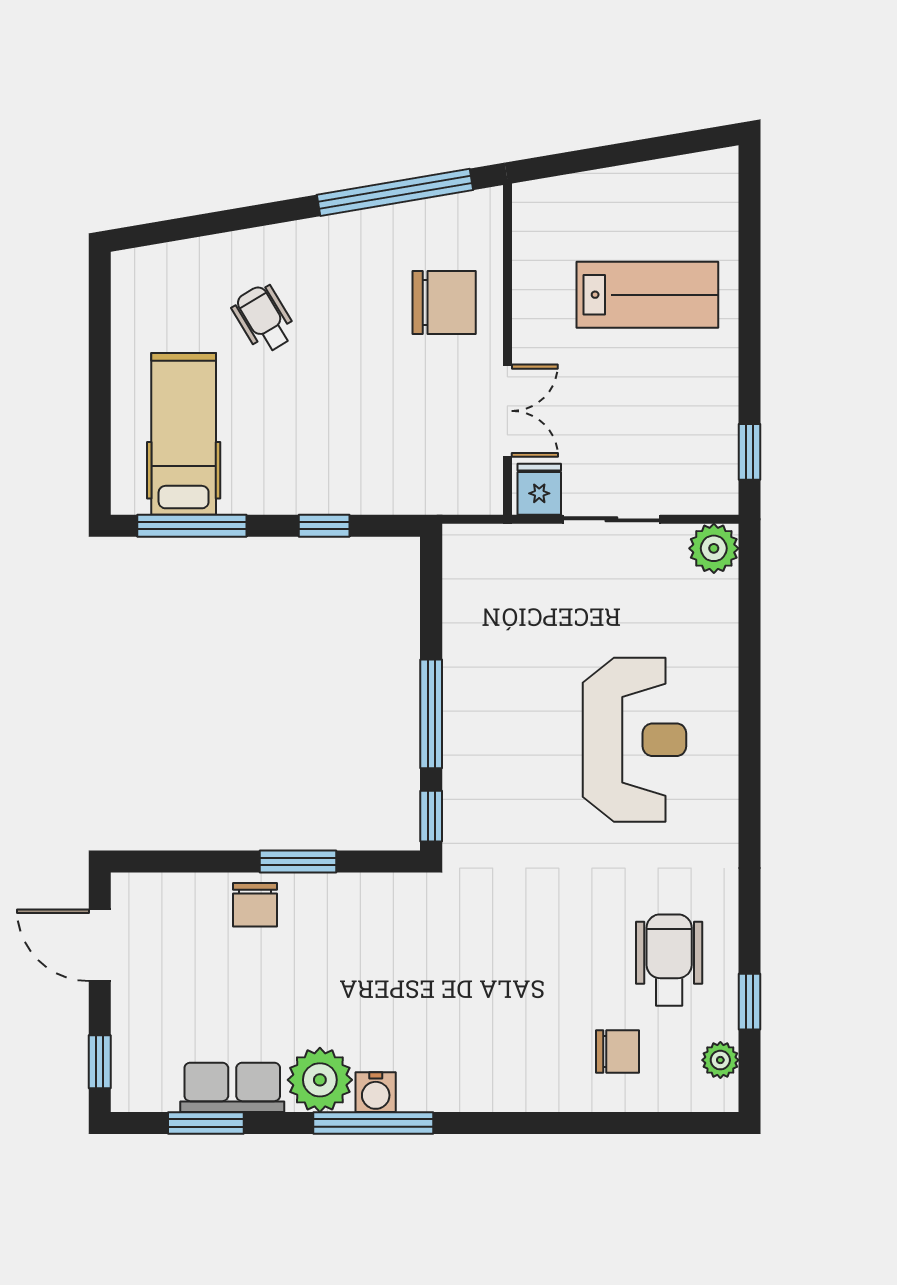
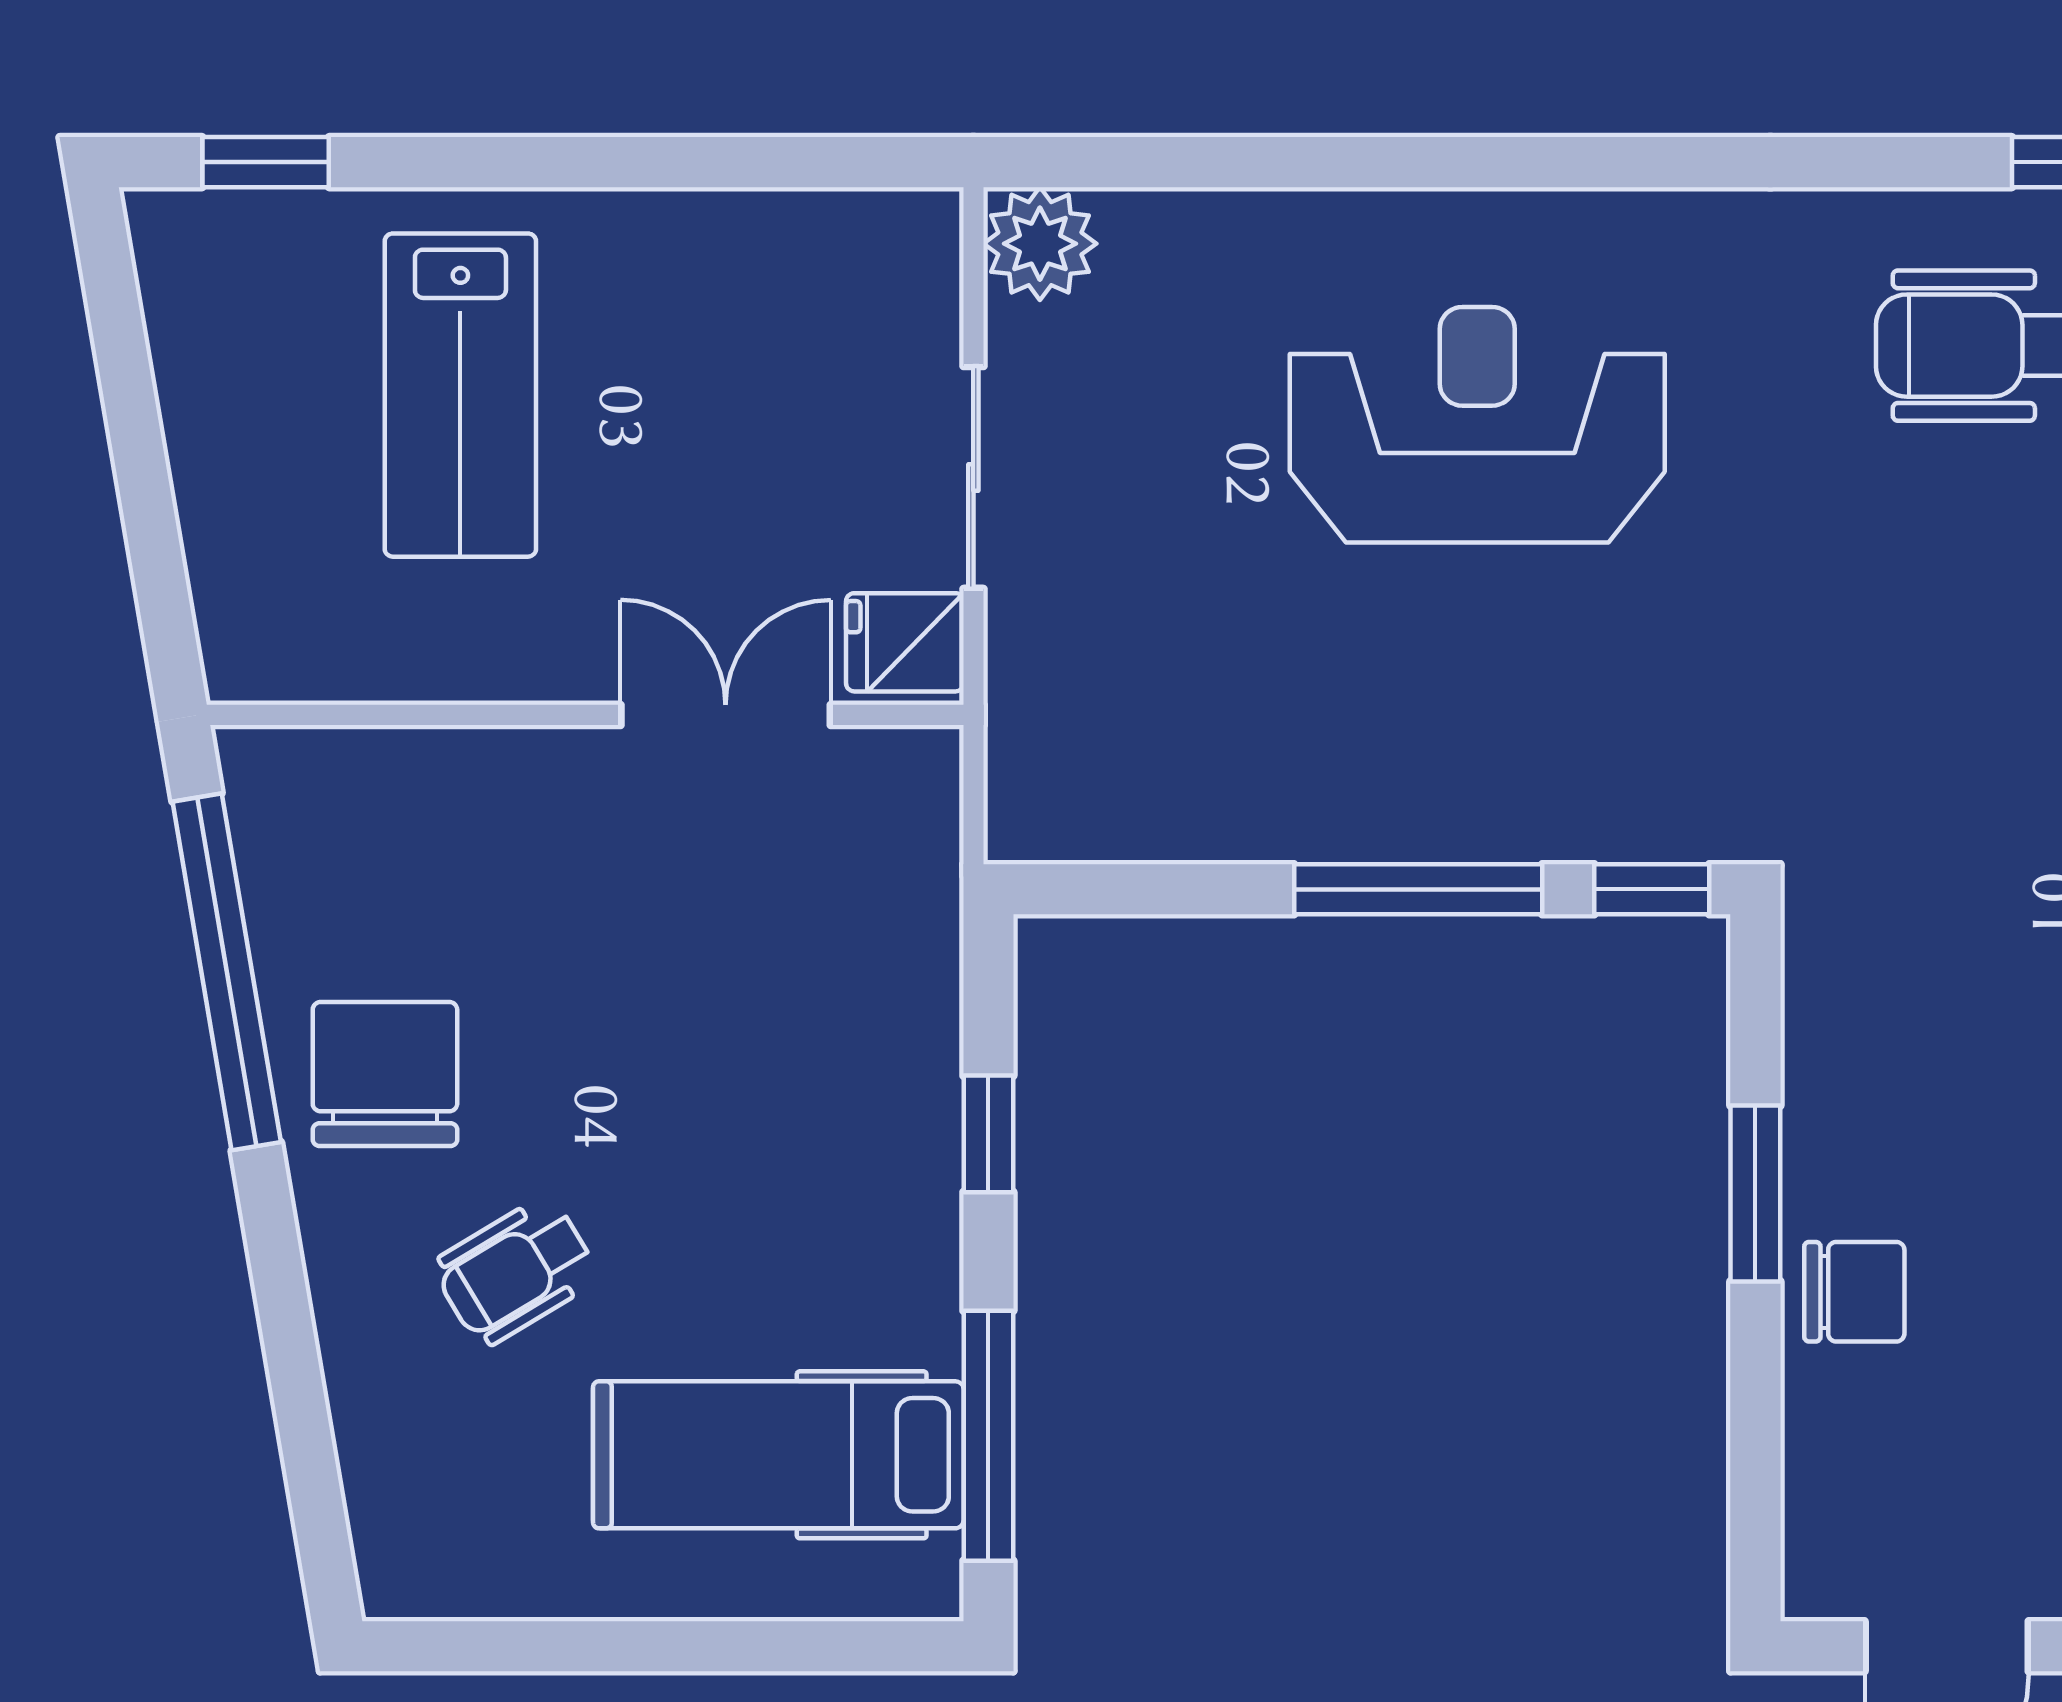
lab bench: (647, 295) -> (460, 395), turned 180
chair: (444, 303) -> (385, 1074), moved
window: (749, 452) -> (266, 162), moved

